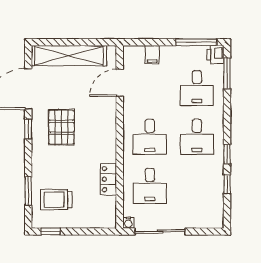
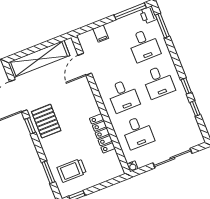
pallet: (61, 127) -> (46, 121), moved
locker: (108, 179) -> (102, 133), width x1.53
sliding door: (160, 231) -> (172, 158), moved

